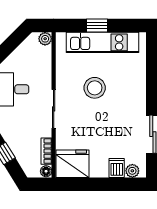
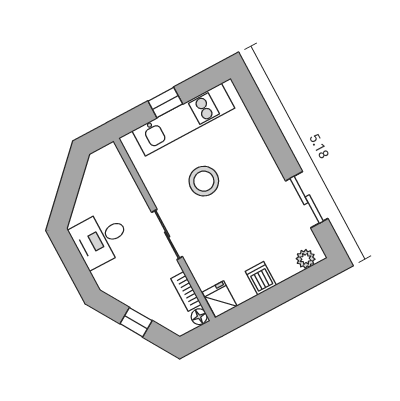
plant: (45, 39) -> (110, 153), removed
fridge: (73, 164) -> (220, 299), width x0.53, depth x0.75
dishwasher: (117, 168) -> (261, 278), moved

